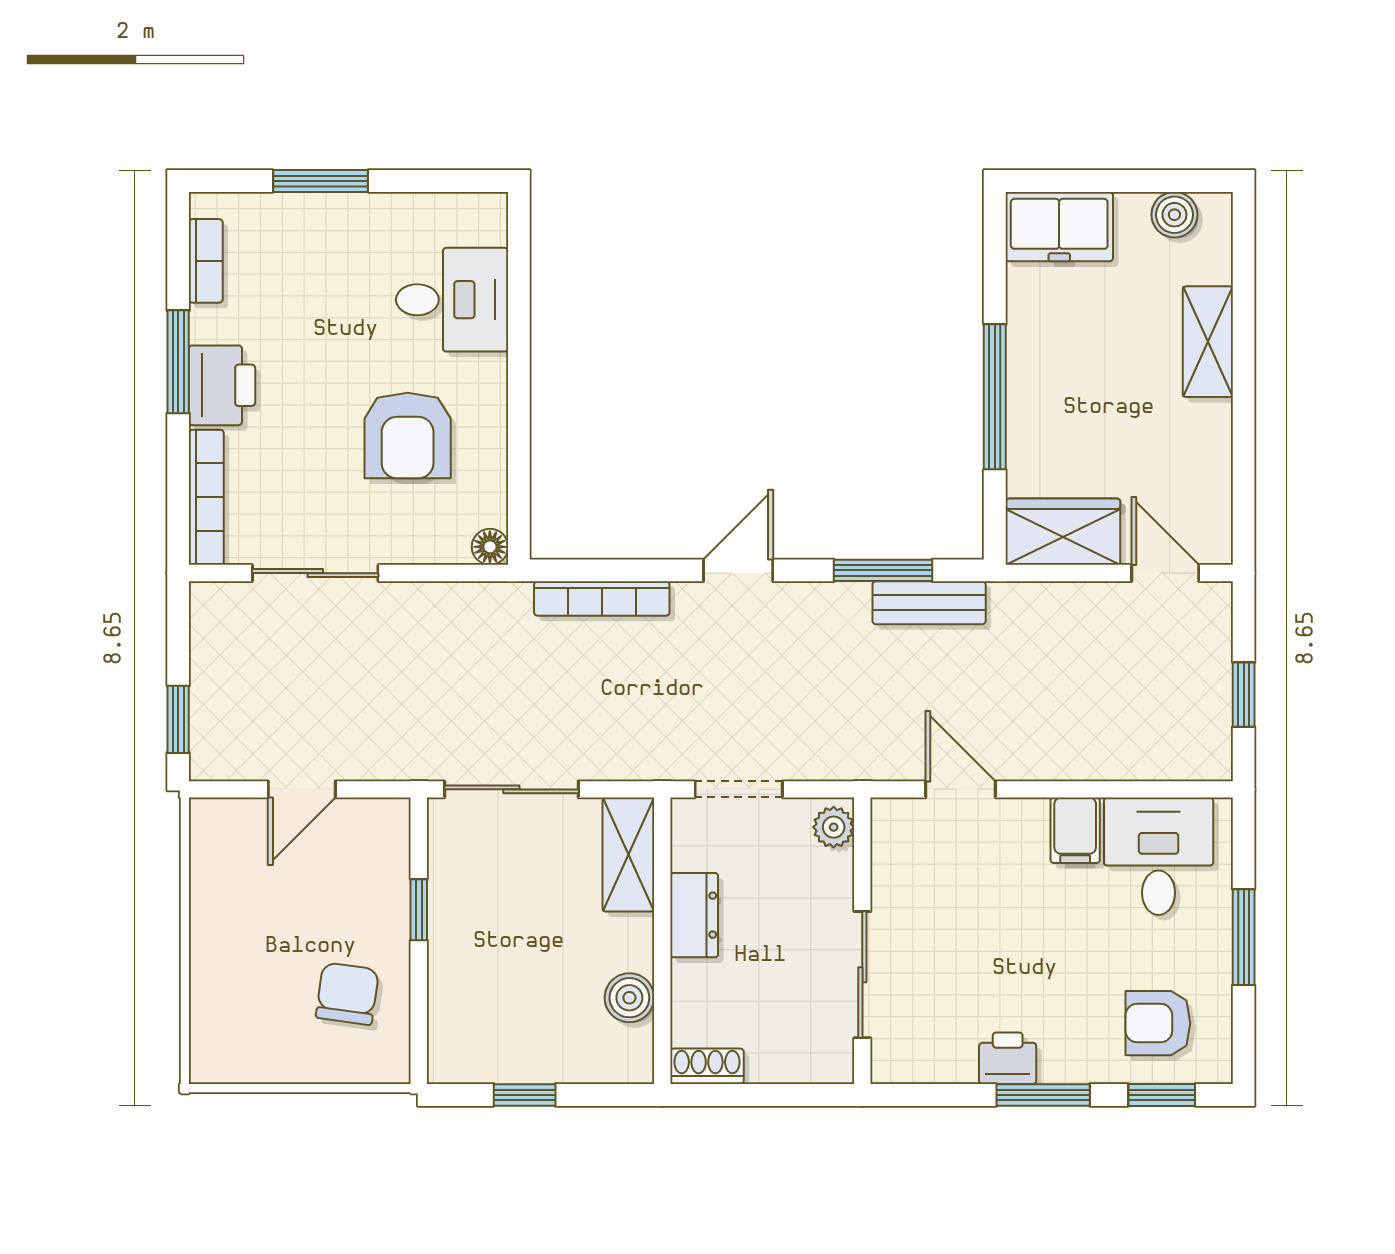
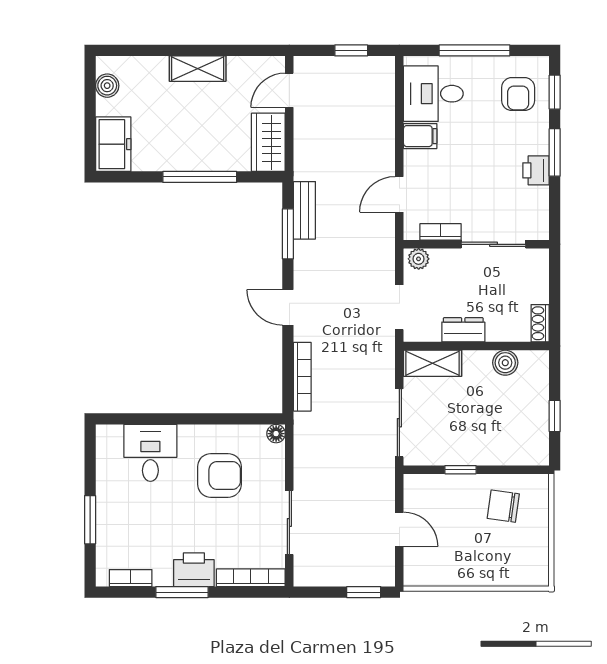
shelving: (1208, 342) -> (198, 69), moved
bookcase: (887, 871) -> (441, 232), added
window: (1244, 937) -> (474, 50), width x1.44

